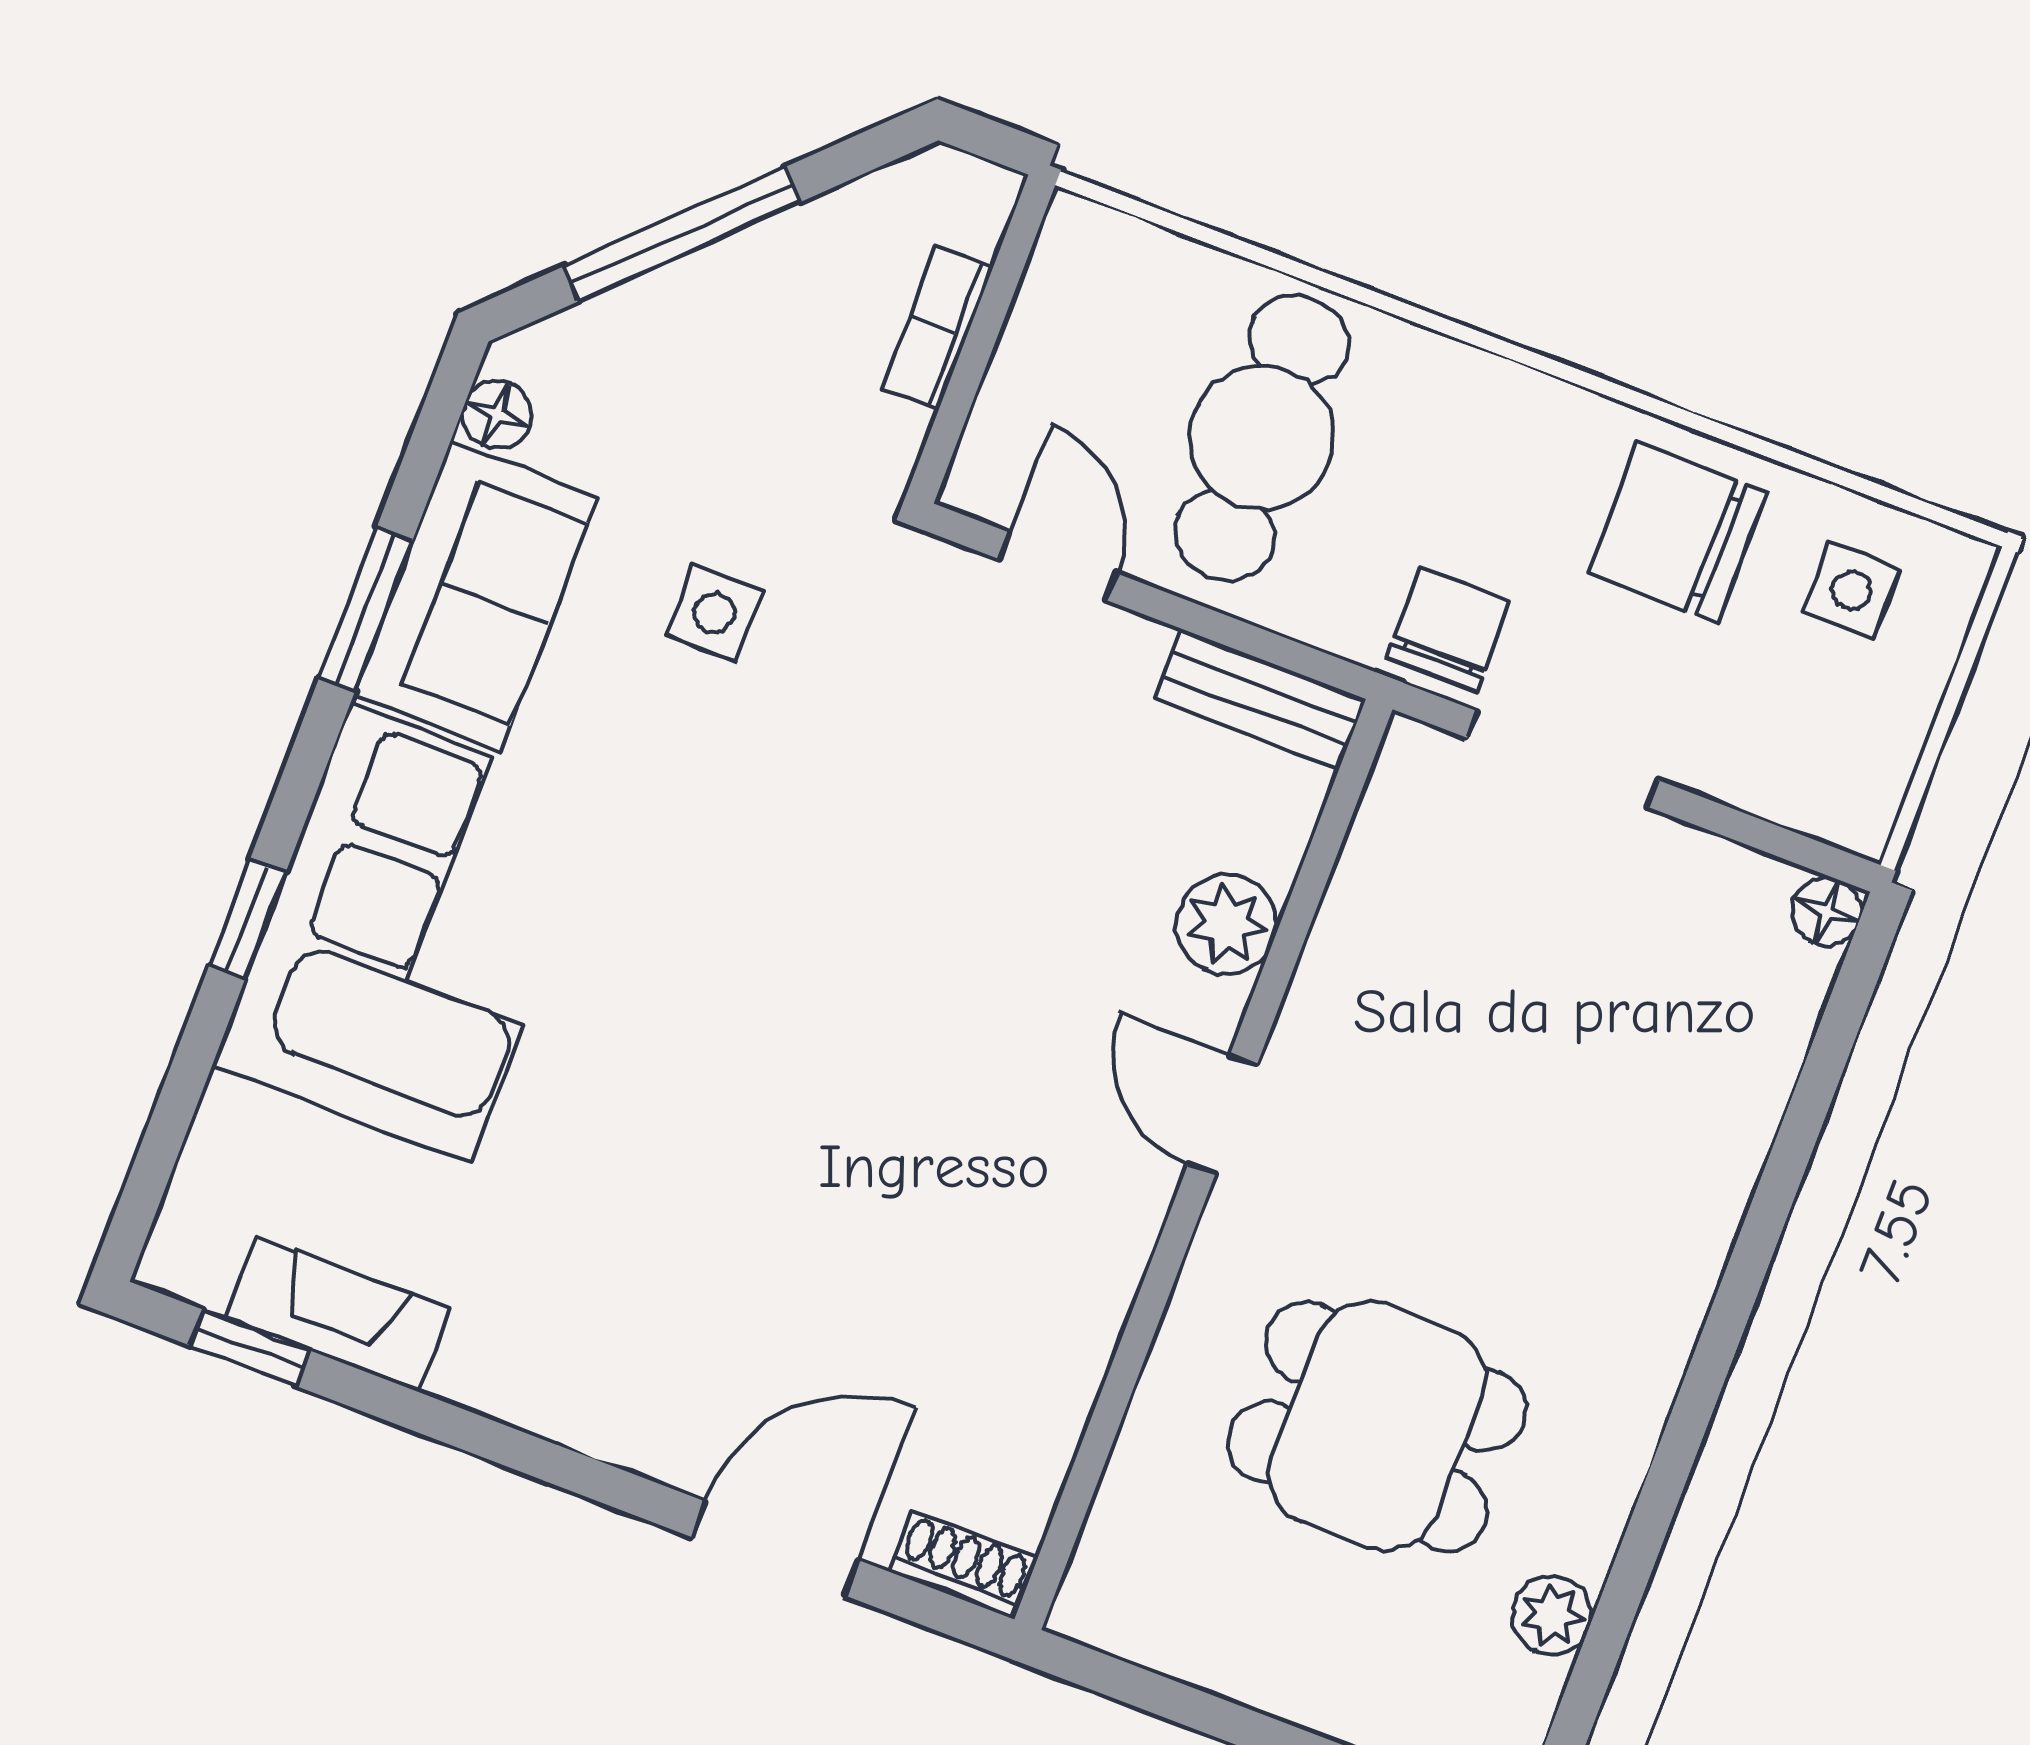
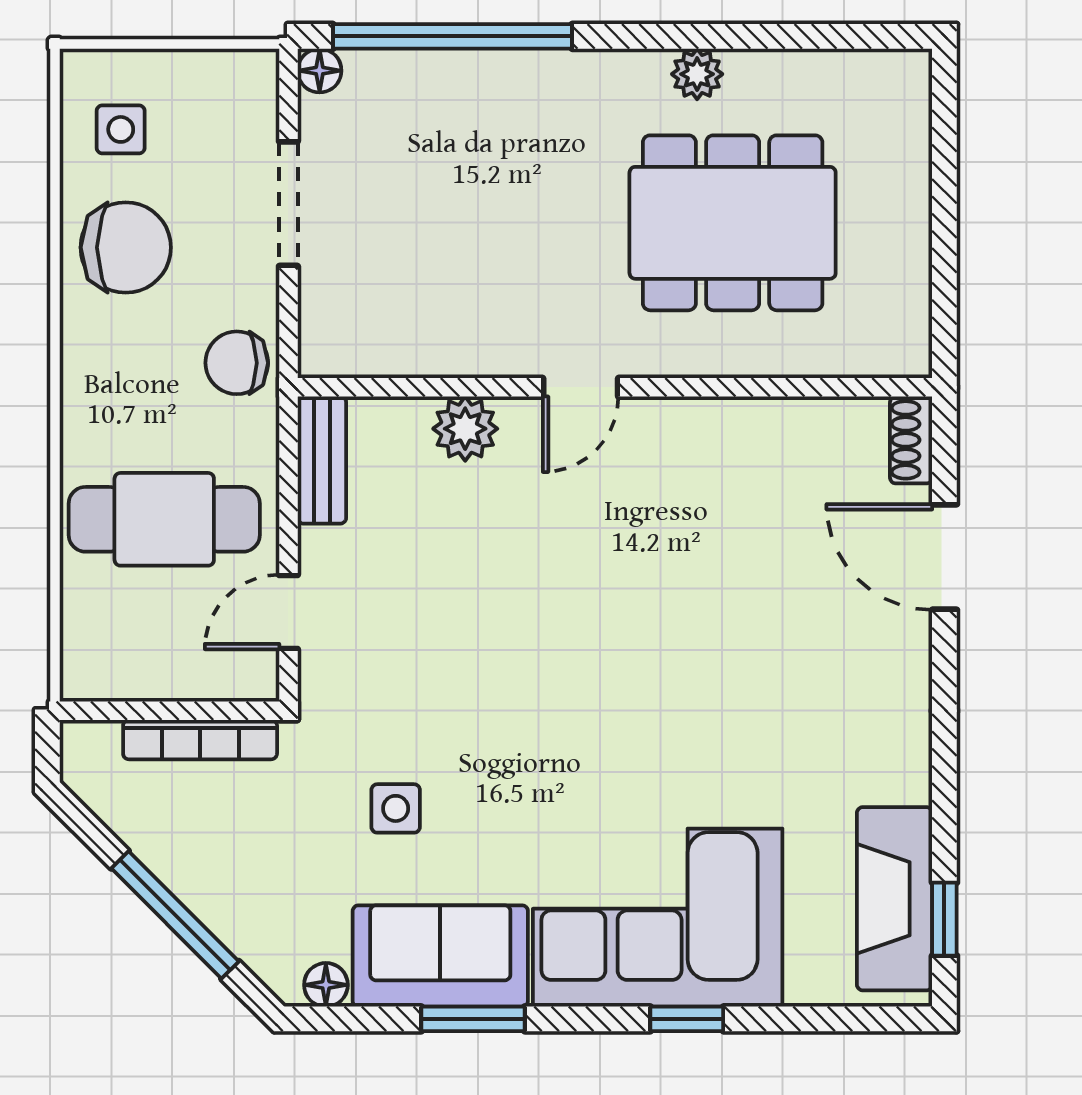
bookcase: (938, 327) -> (200, 740), width x1.56
chair: (1677, 532) -> (126, 247), turned -90
doorway: (1563, 759) -> (288, 204), moved
window: (1802, 1123) -> (453, 36), added
fireplace: (338, 1314) -> (895, 899), width x1.37, depth x1.32
dining table: (1377, 1426) -> (733, 223), width x1.37
plant: (1552, 1615) -> (697, 74), moved

